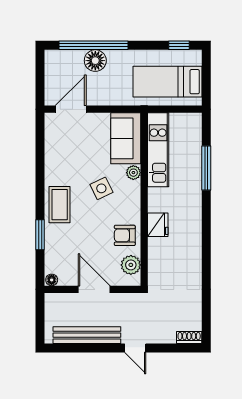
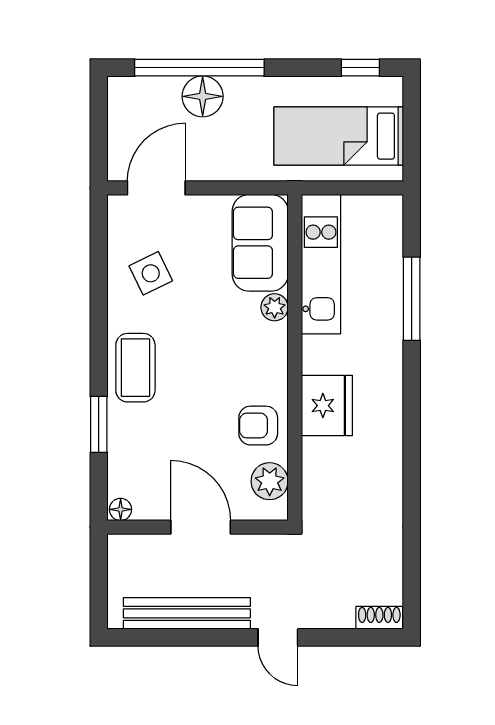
side table: (101, 188) -> (151, 273), moved
fridge: (158, 225) -> (327, 406), width x1.36, depth x1.34

